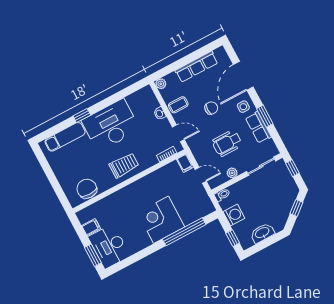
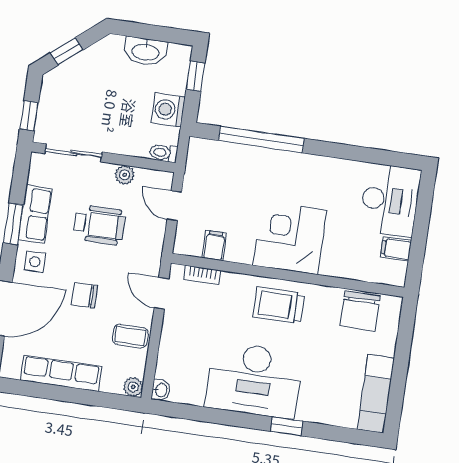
washbasin: (160, 113) -> (161, 390), moved
exam couch: (65, 137) -> (376, 394), moved, turned -90
filing cabinet: (185, 163) -> (214, 246), moved
corner desk: (161, 220) -> (290, 238), moved, turned 180
window: (93, 255) -> (424, 205), removed

